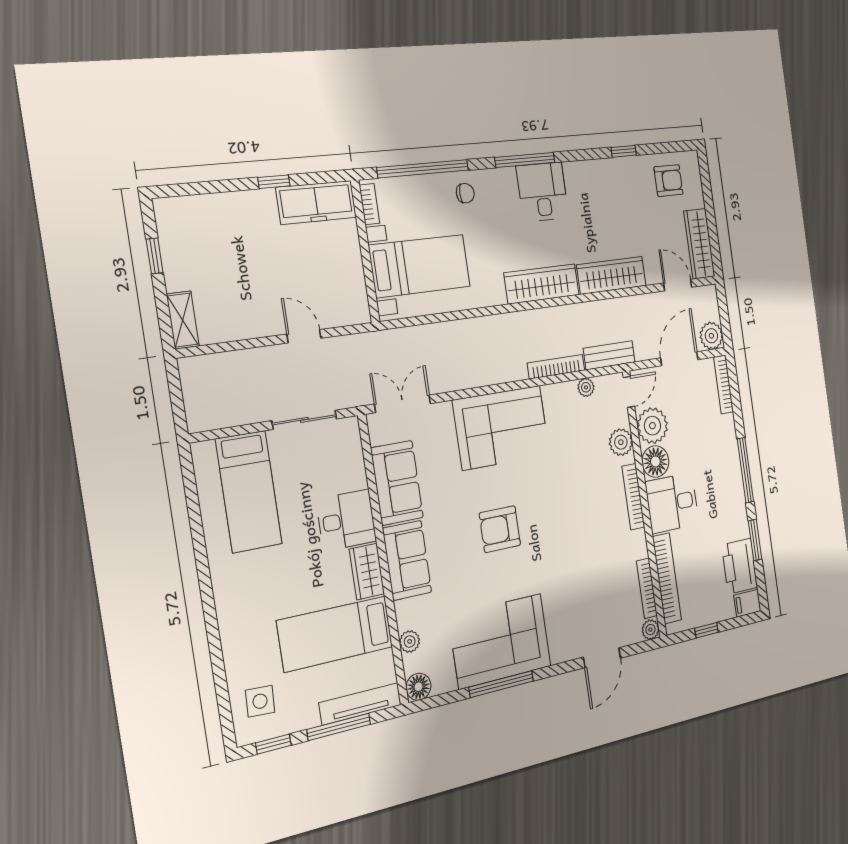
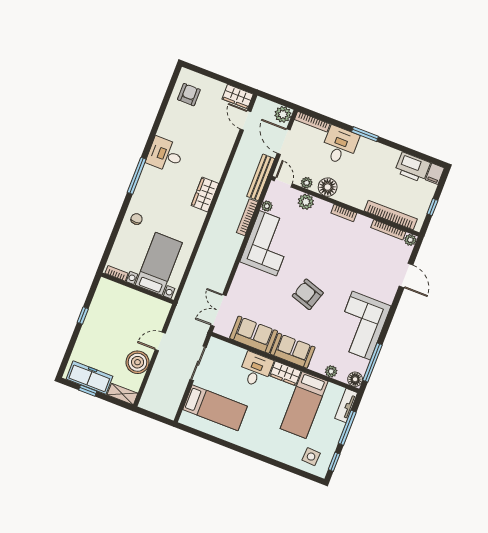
window: (624, 151) -> (161, 114), removed
window: (423, 169) -> (114, 235), removed
desk: (543, 192) -> (165, 155), moved
freezer: (316, 202) -> (90, 378), moved, turned -90
wardrobe: (699, 244) -> (238, 97), width x0.67
wardrobe: (611, 275) -> (219, 158), removed
wardrobe: (542, 284) -> (205, 194), width x0.67
door: (678, 285) -> (245, 120), hinge flipped
boiler: (250, 317) -> (138, 362), added
bench: (609, 355) -> (261, 177), width x1.36
plant: (652, 426) -> (307, 183), width x0.53, depth x0.53
corner sofa: (501, 428) -> (268, 243), moved
window: (745, 470) -> (365, 134), width x0.69
bookcase: (633, 497) -> (344, 213), width x0.64
desk: (672, 503) -> (340, 146), moved, turned 180
armchair: (500, 529) -> (308, 294), turned 108
window: (755, 540) -> (405, 150), removed
window: (501, 684) -> (372, 362), moved
tv unit: (360, 704) -> (346, 406), width x0.71

